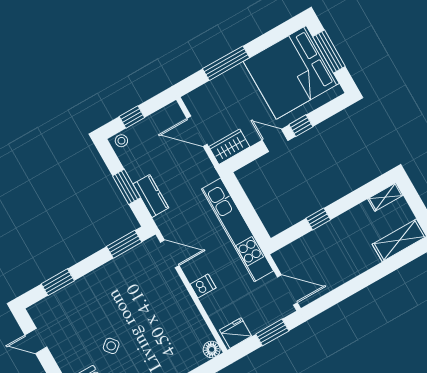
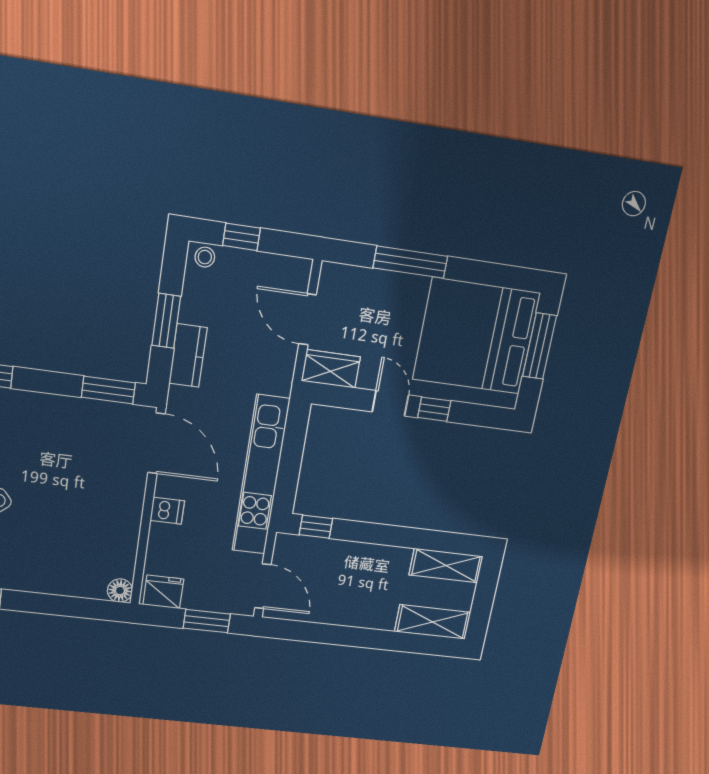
shelving: (385, 197) -> (446, 565), width x1.50, depth x1.33
window: (318, 219) -> (316, 527), moved
door: (170, 254) -> (156, 443), width x1.36

